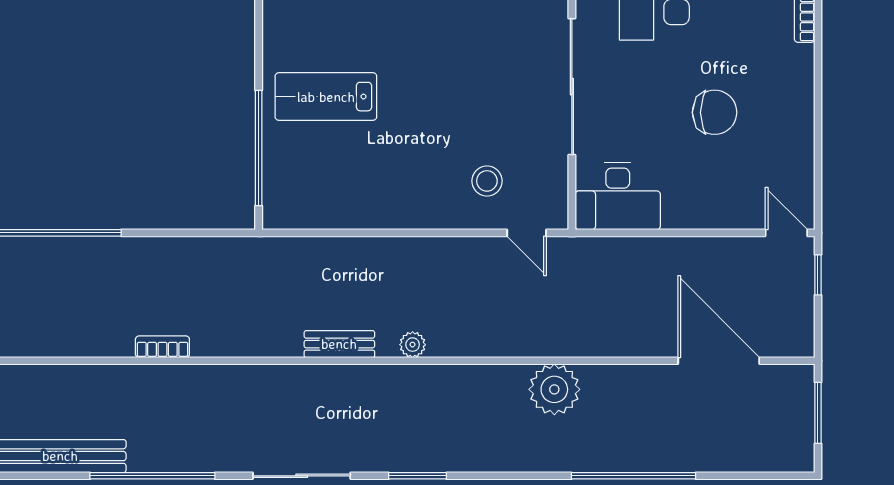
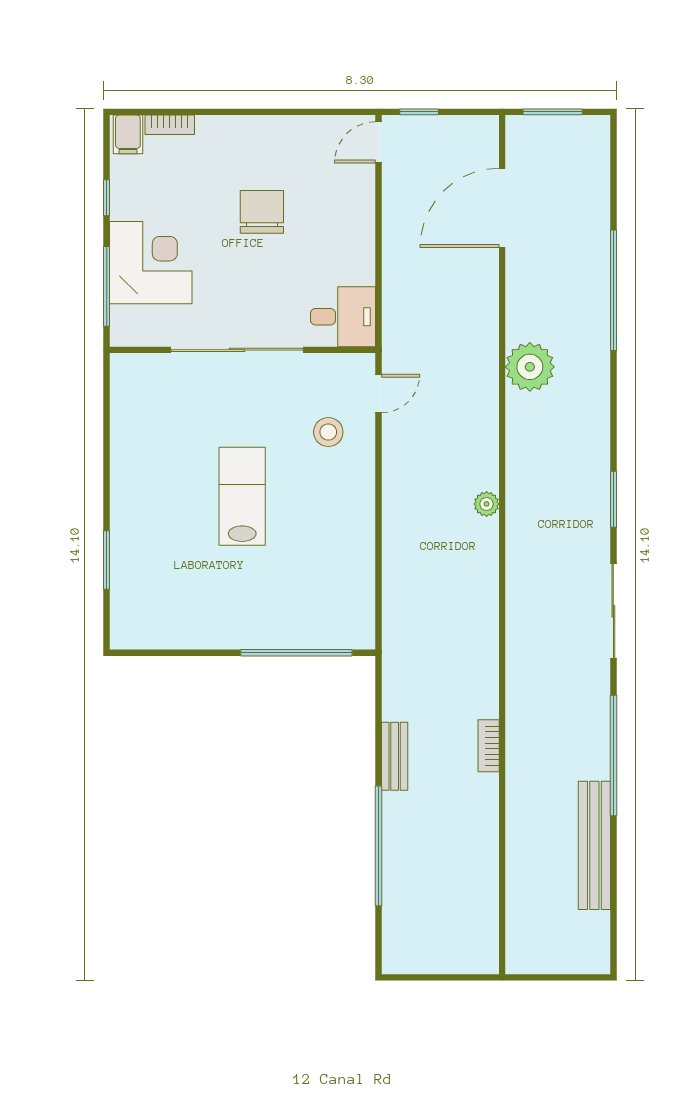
lab bench: (326, 97) -> (242, 496), moved, turned 180
desk: (618, 196) -> (343, 317), width x0.73
bench: (339, 344) -> (395, 756), moved

